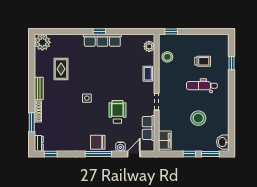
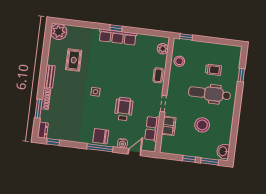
dental chair: (202, 86) -> (210, 94), width x1.36, depth x1.38
filing cabinet: (165, 140) -> (169, 126), moved

